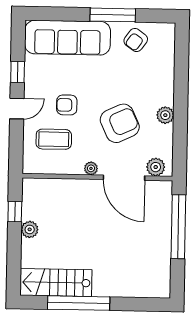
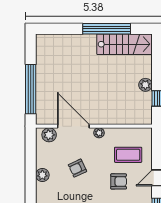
armchair: (120, 123) -> (77, 168), width x0.53, depth x0.53

